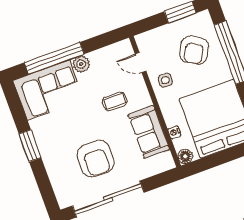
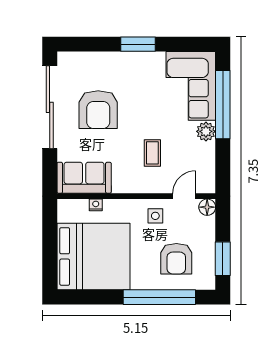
armchair: (194, 50) -> (176, 259), turned -119
sofa: (149, 132) -> (84, 178), moved
floor lamp: (185, 156) -> (207, 207), moved
armchair: (96, 159) -> (98, 110), turned -90

